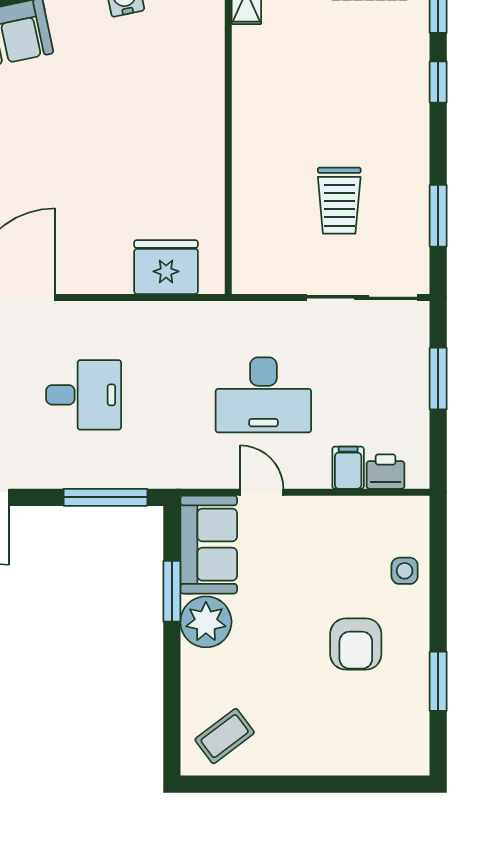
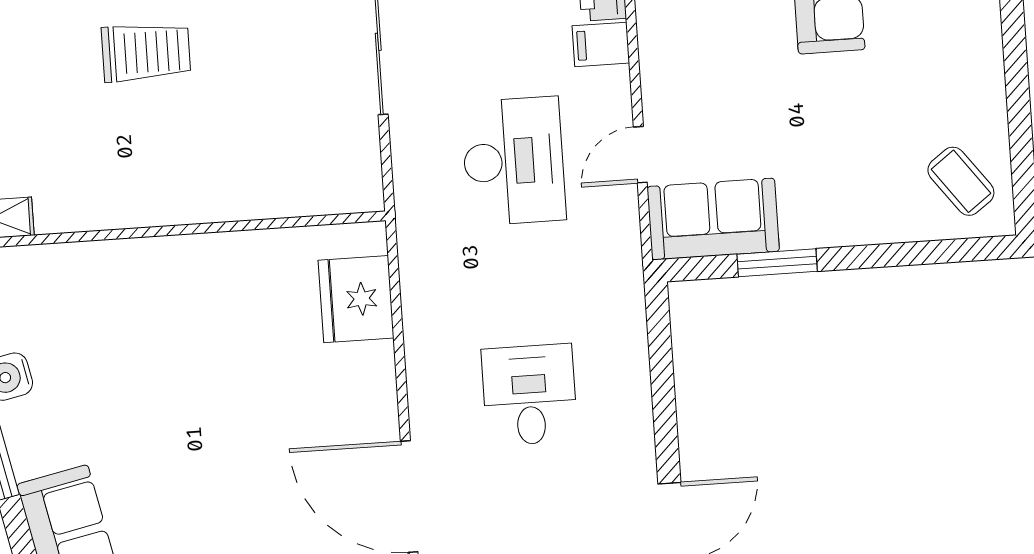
trolley: (339, 201) -> (146, 52), moved
window: (105, 497) -> (661, 358), removed
plant: (206, 622) -> (814, 216), removed

